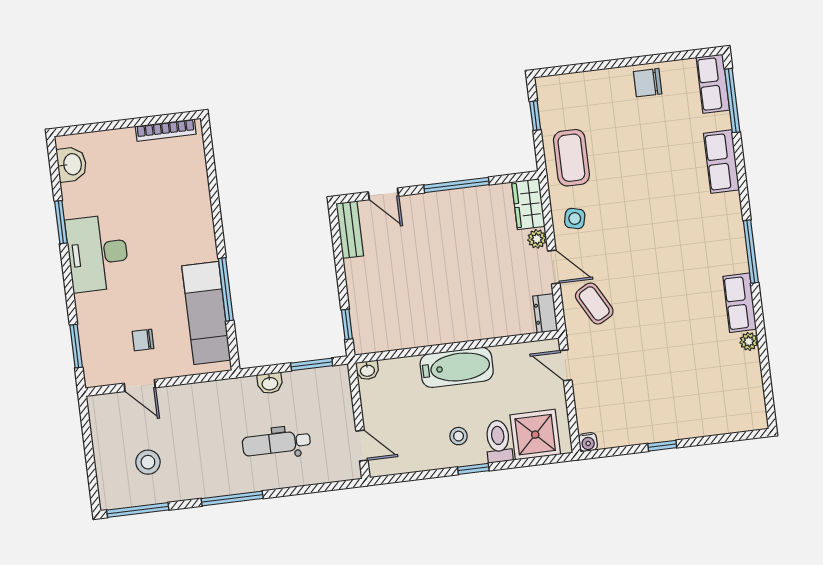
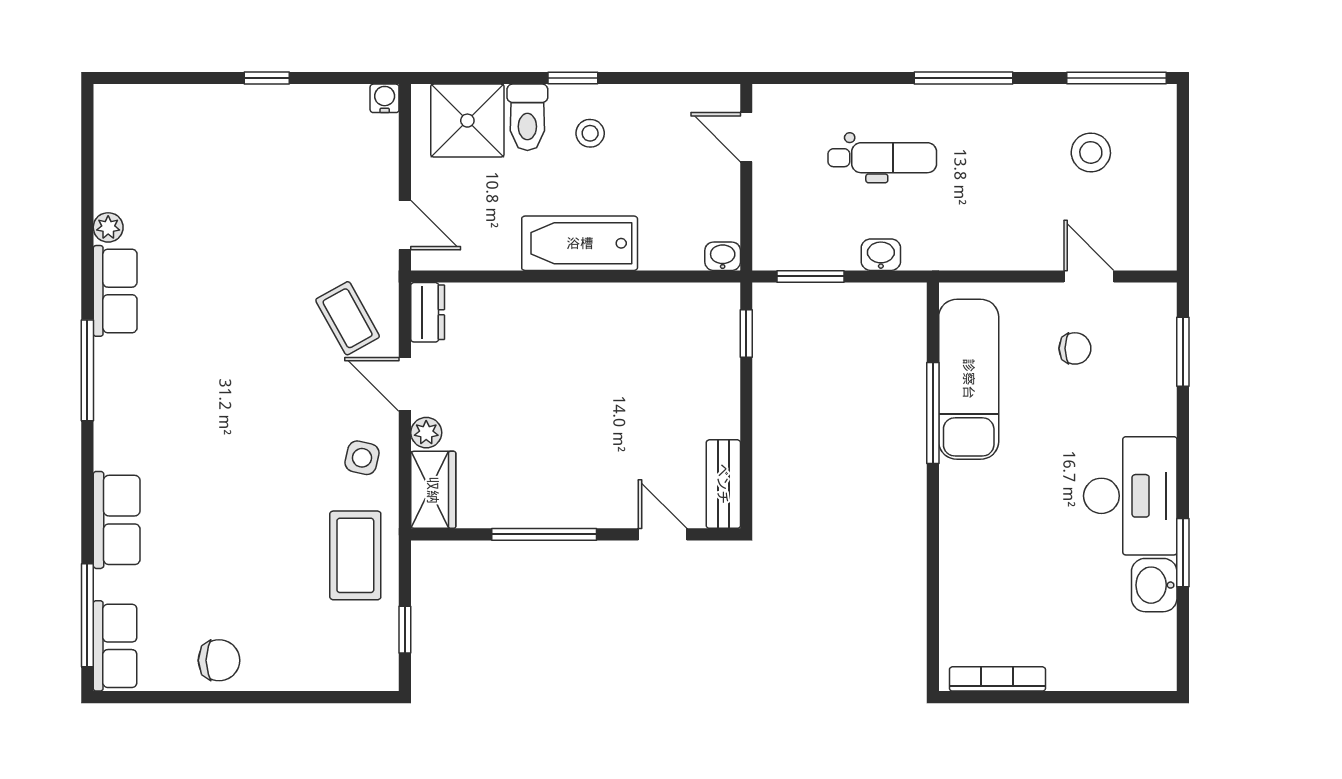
washbasin: (72, 164) -> (1154, 585), moved

